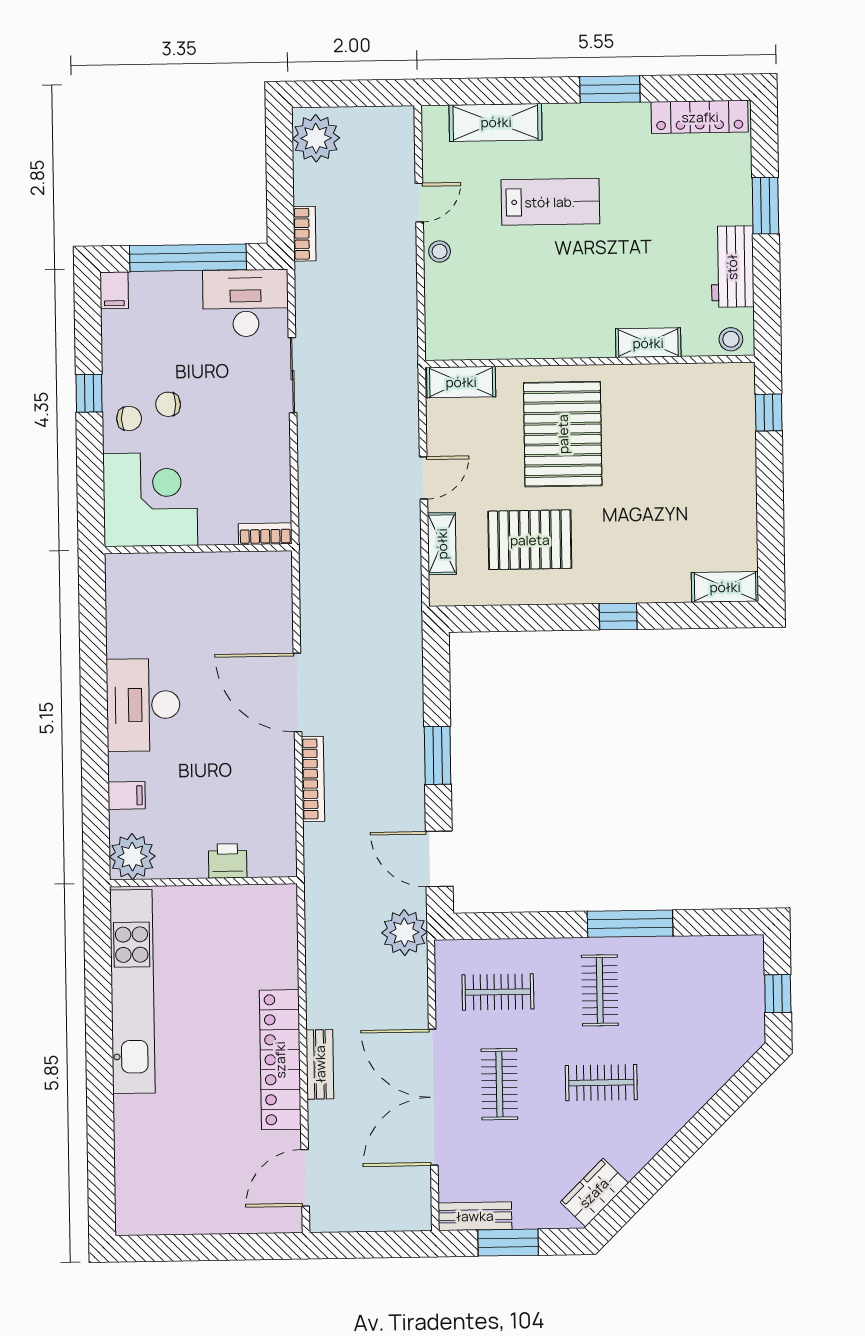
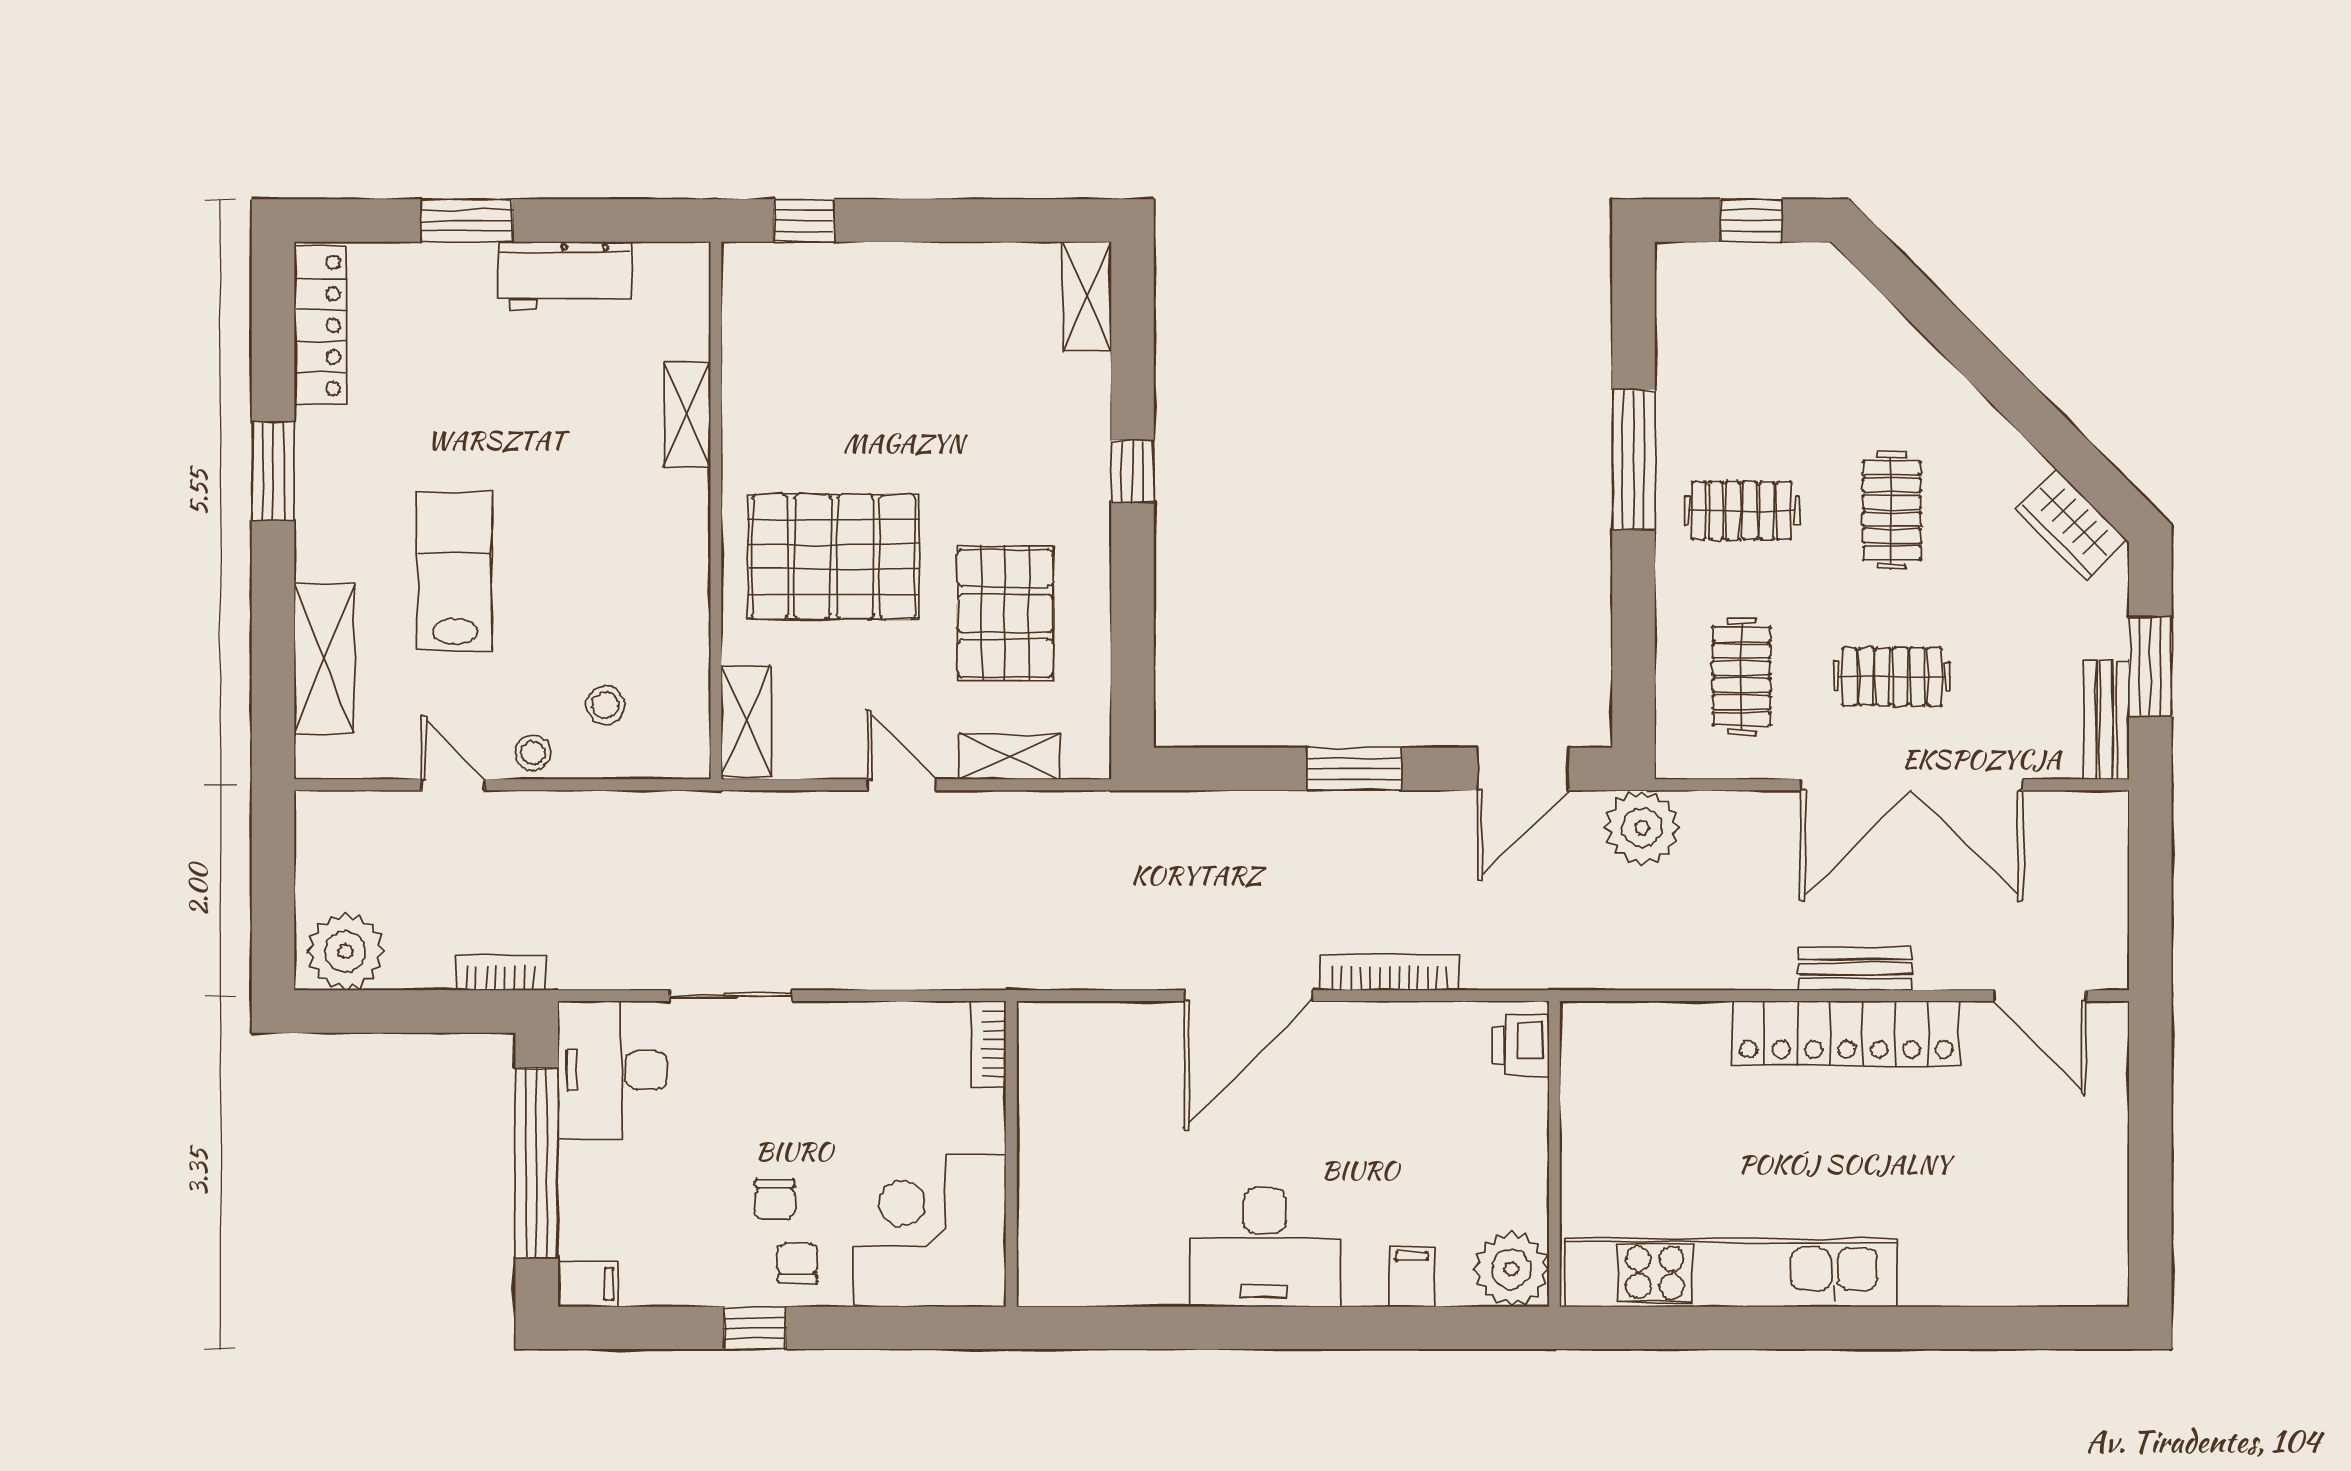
stool: (731, 339) -> (605, 705), moved
printer: (228, 861) -> (1521, 1045), moved

